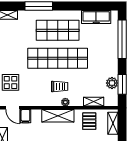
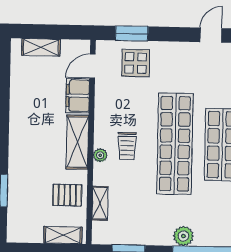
plant: (112, 83) -> (183, 236), moved
filing cabinet: (25, 116) -> (78, 96), width x2.00

